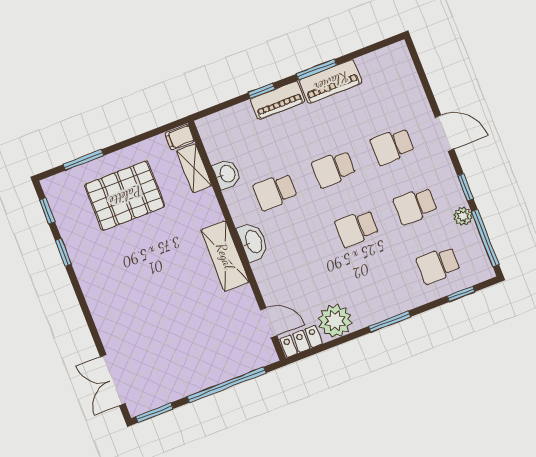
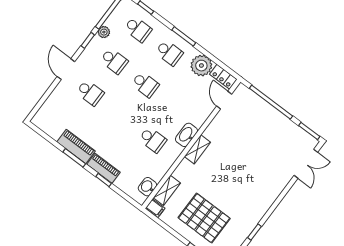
school desk: (334, 169) -> (169, 53), moved
washbasin: (227, 174) -> (147, 187), moved
shelving: (225, 256) -> (197, 149), width x0.67, depth x0.75

